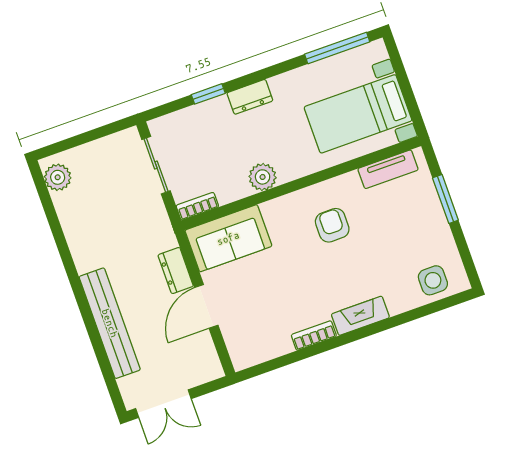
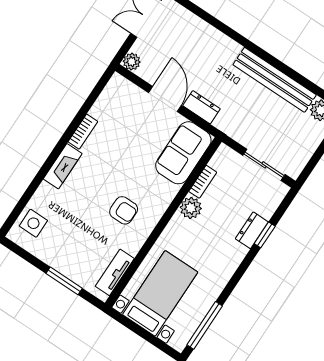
dresser: (250, 97) -> (252, 230), moved
bookcase: (197, 206) -> (203, 182), moved
bench: (110, 323) -> (275, 80), moved
plant: (212, 369) -> (132, 62), added

